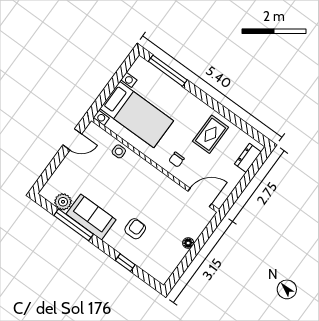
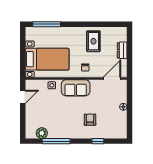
dresser: (248, 158) -> (122, 50), moved
sofa: (91, 217) -> (76, 88), moved, turned 180

